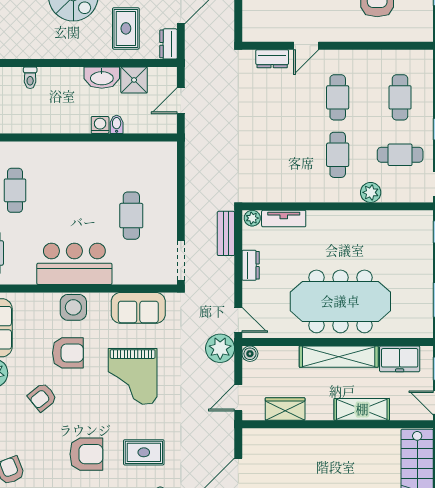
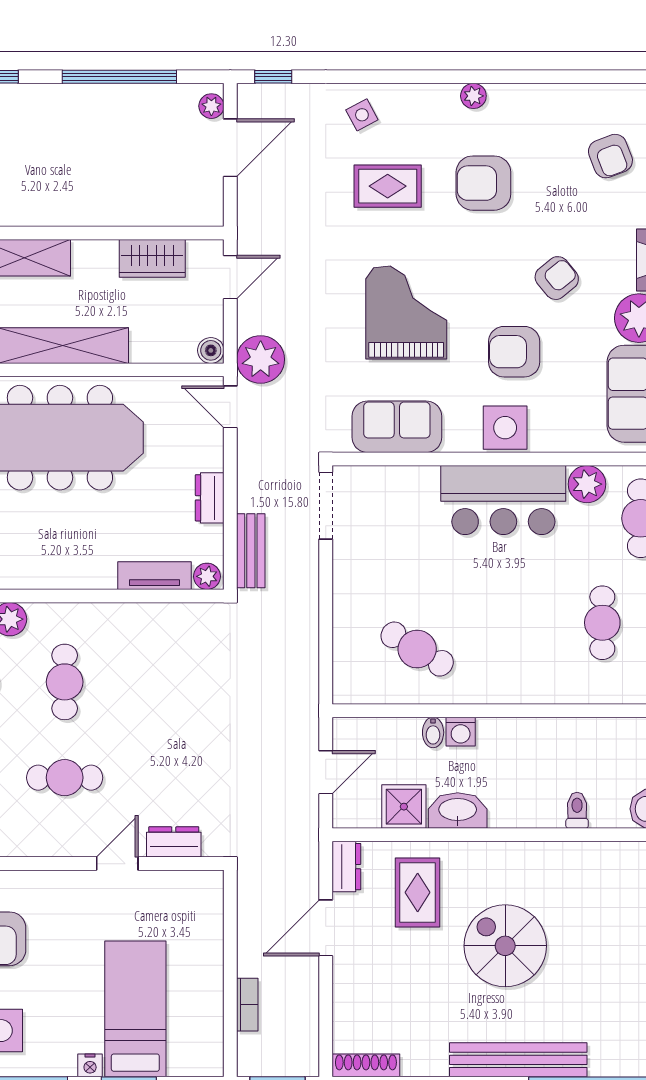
cafe table: (338, 97) -> (65, 778), turned 90
cafe table: (131, 216) -> (417, 649), moved, turned -59
plant: (24, 273) -> (587, 484), added

